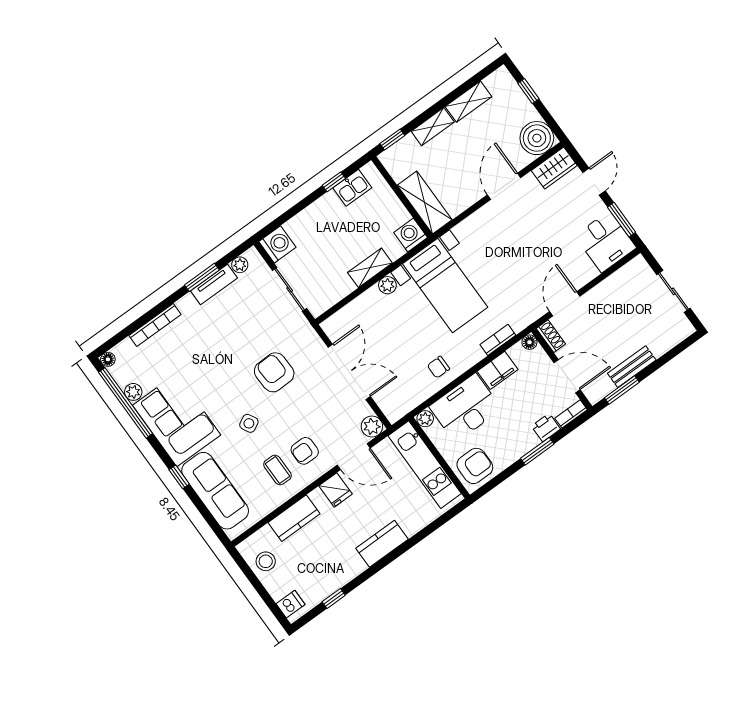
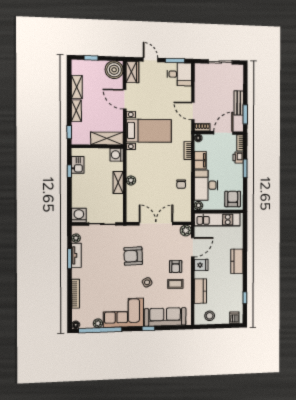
bed with nightstands: (445, 285) -> (149, 131), moved

